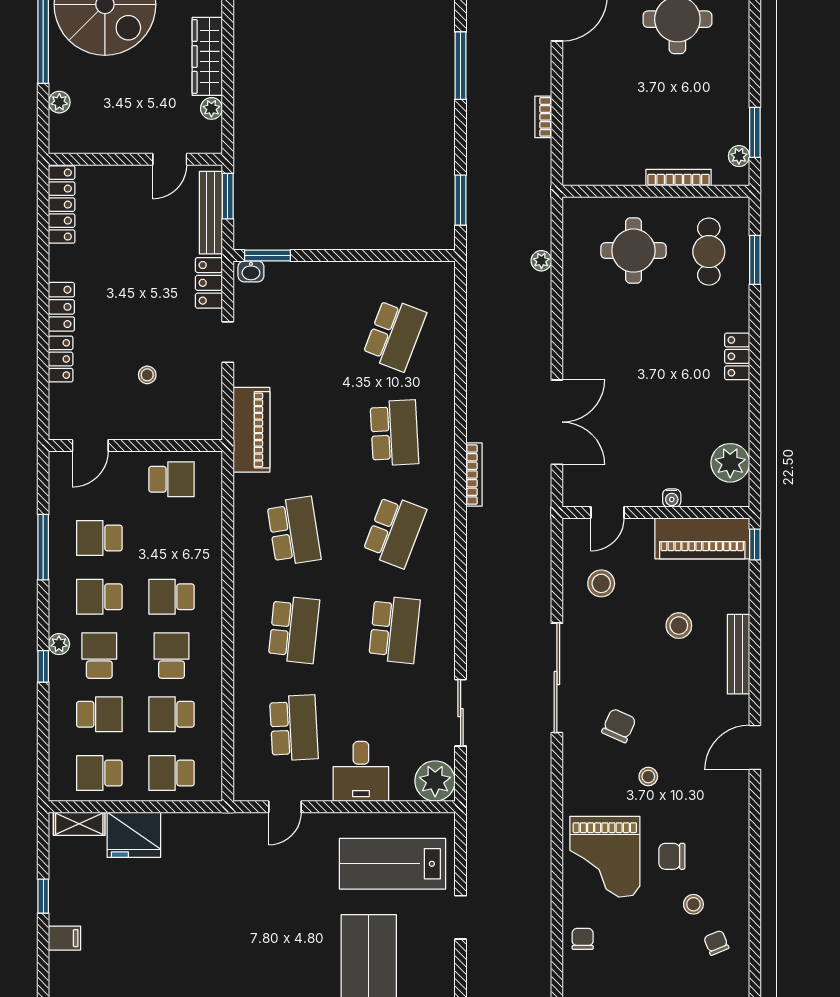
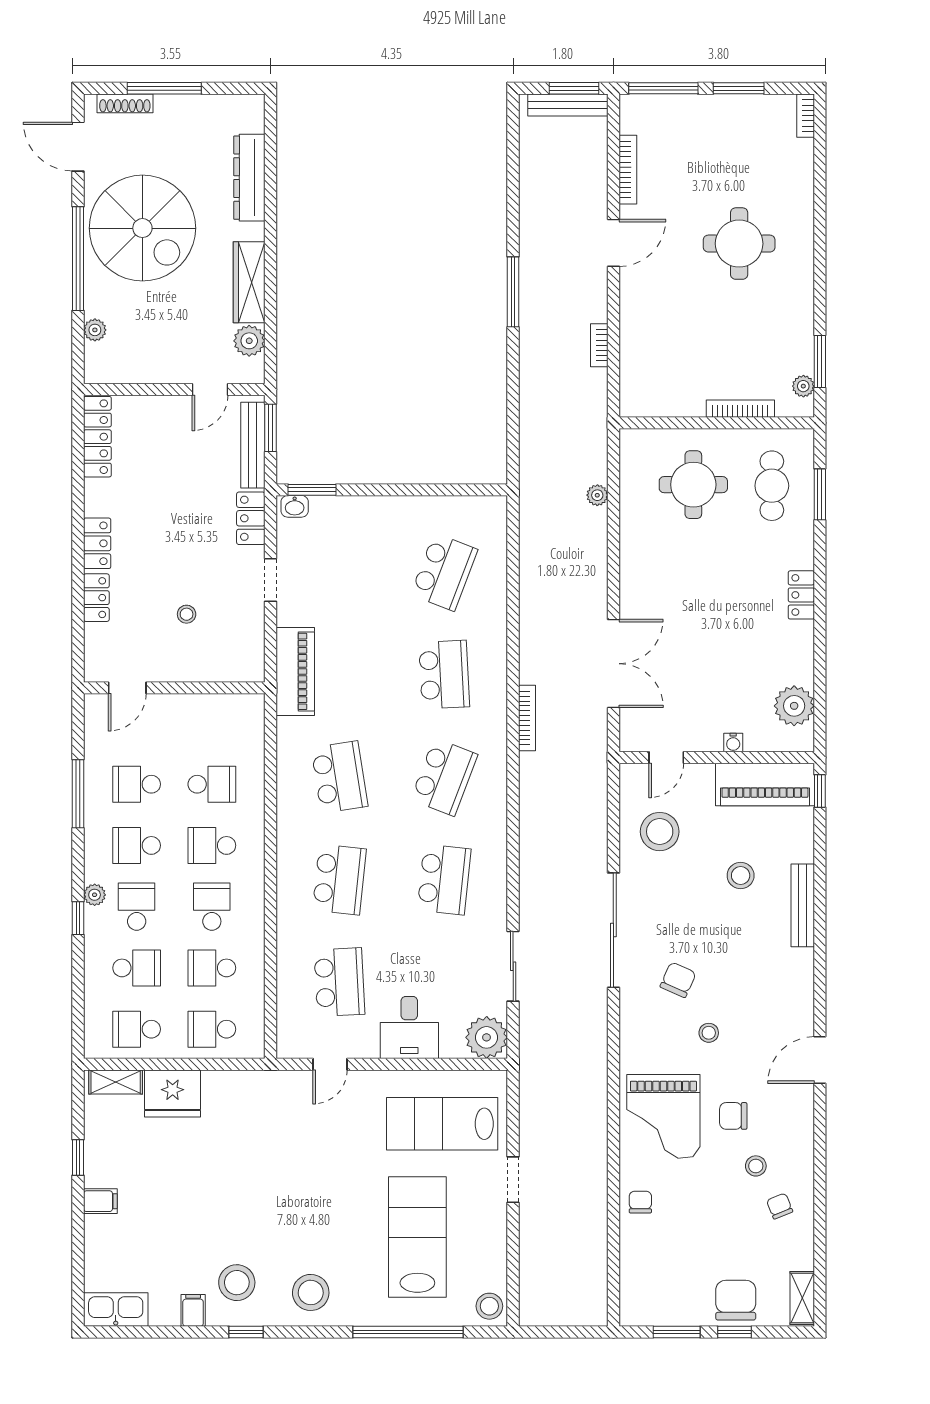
plant: (211, 108) -> (249, 341), width x1.38, depth x1.38
window: (461, 200) -> (513, 432), removed
school desk: (172, 479) -> (212, 784), moved
stool: (601, 583) -> (660, 832), width x1.38, depth x1.38
door: (755, 747) -> (820, 1060), moved

